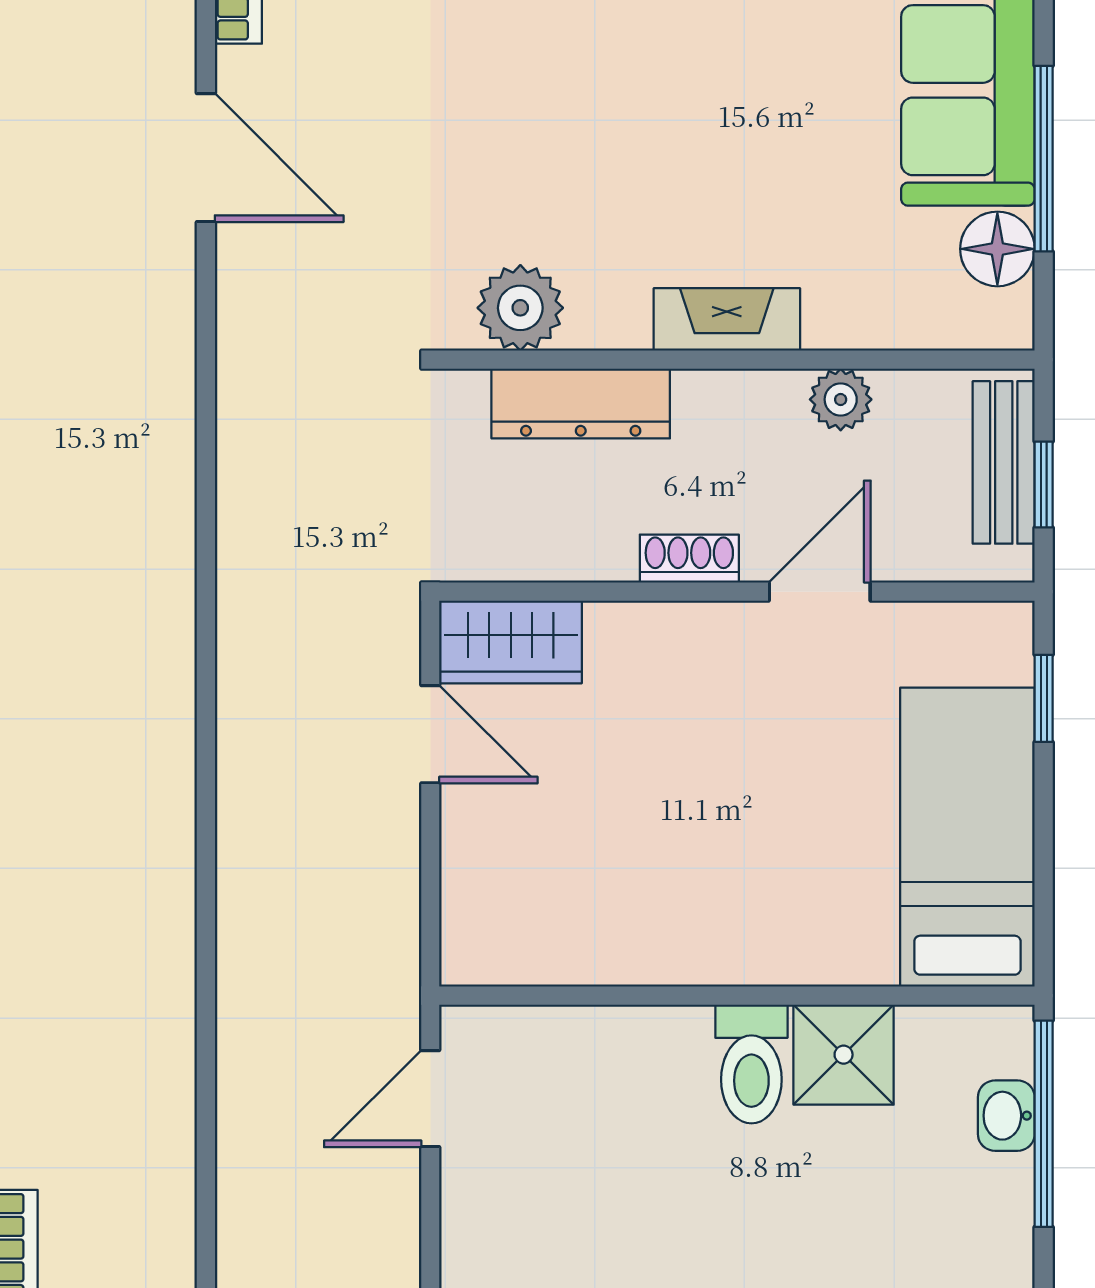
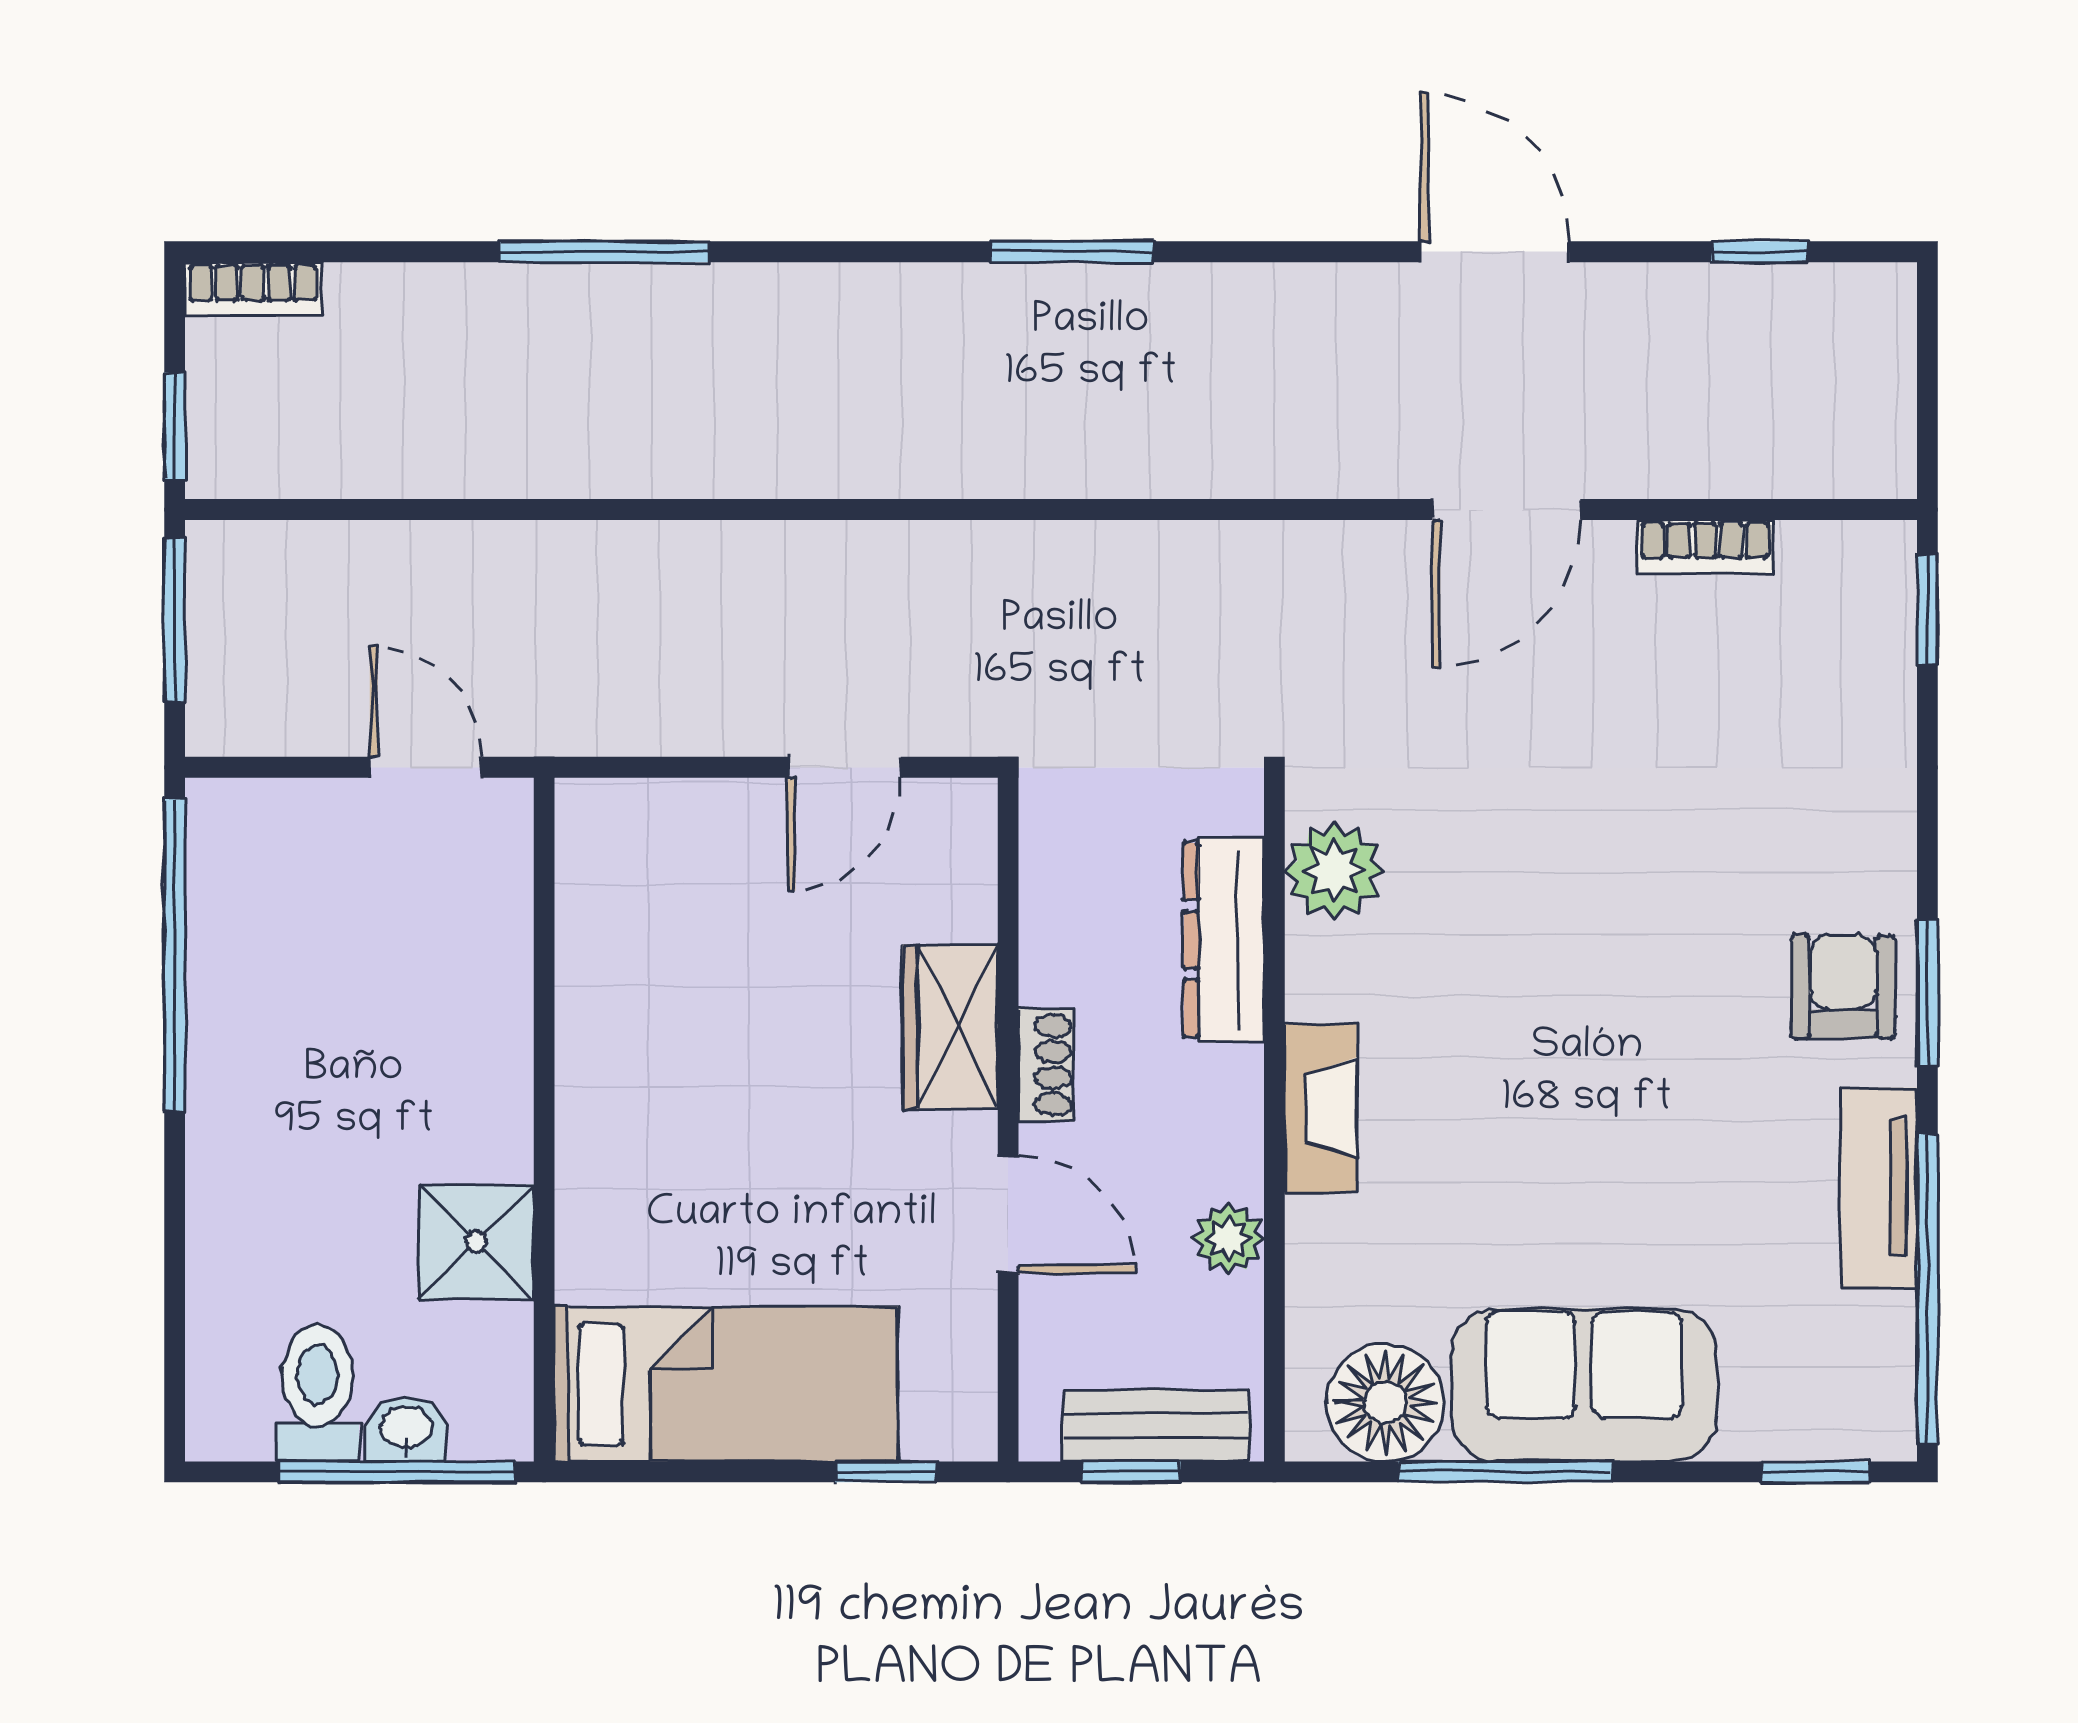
floor lamp: (997, 249) -> (1385, 1403), width x1.38, depth x1.38
wardrobe: (511, 642) -> (950, 1027), moved
toilet: (751, 1064) -> (317, 1393), moved, turned 90

